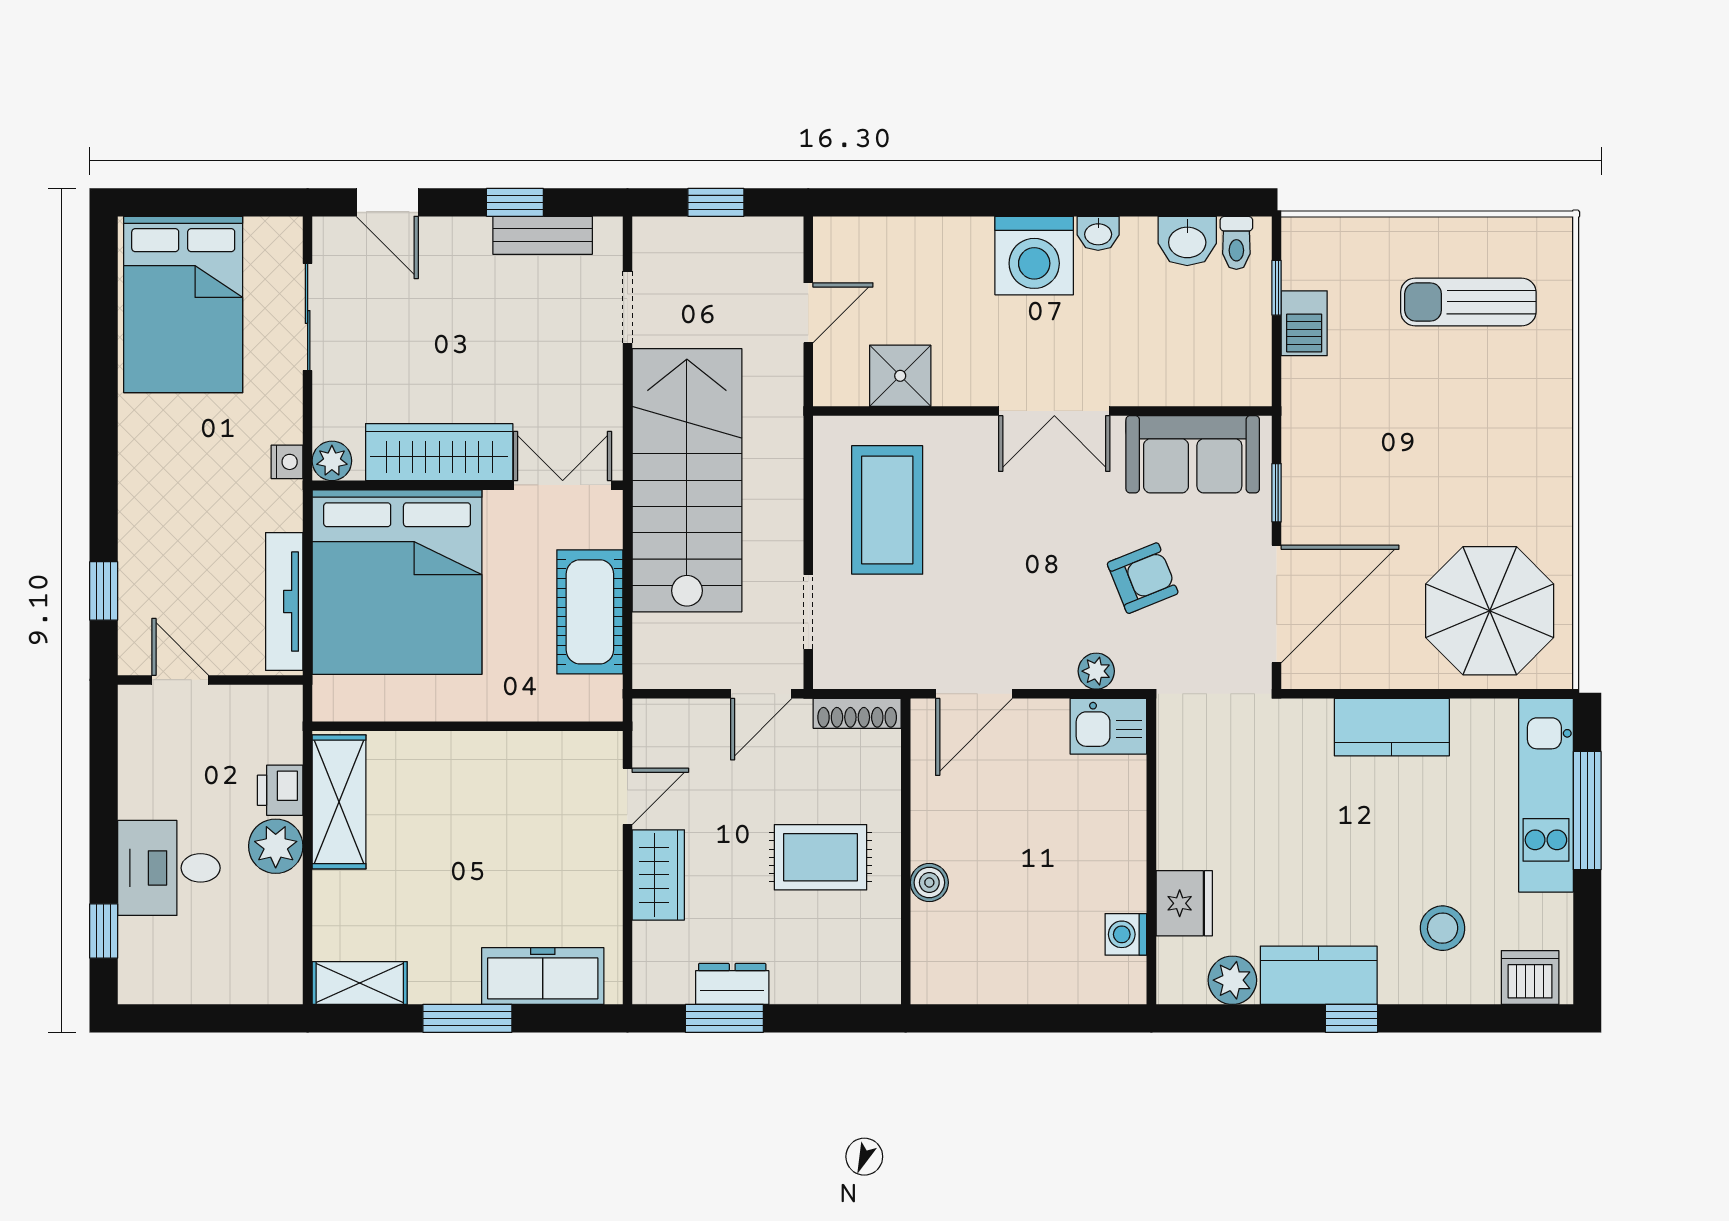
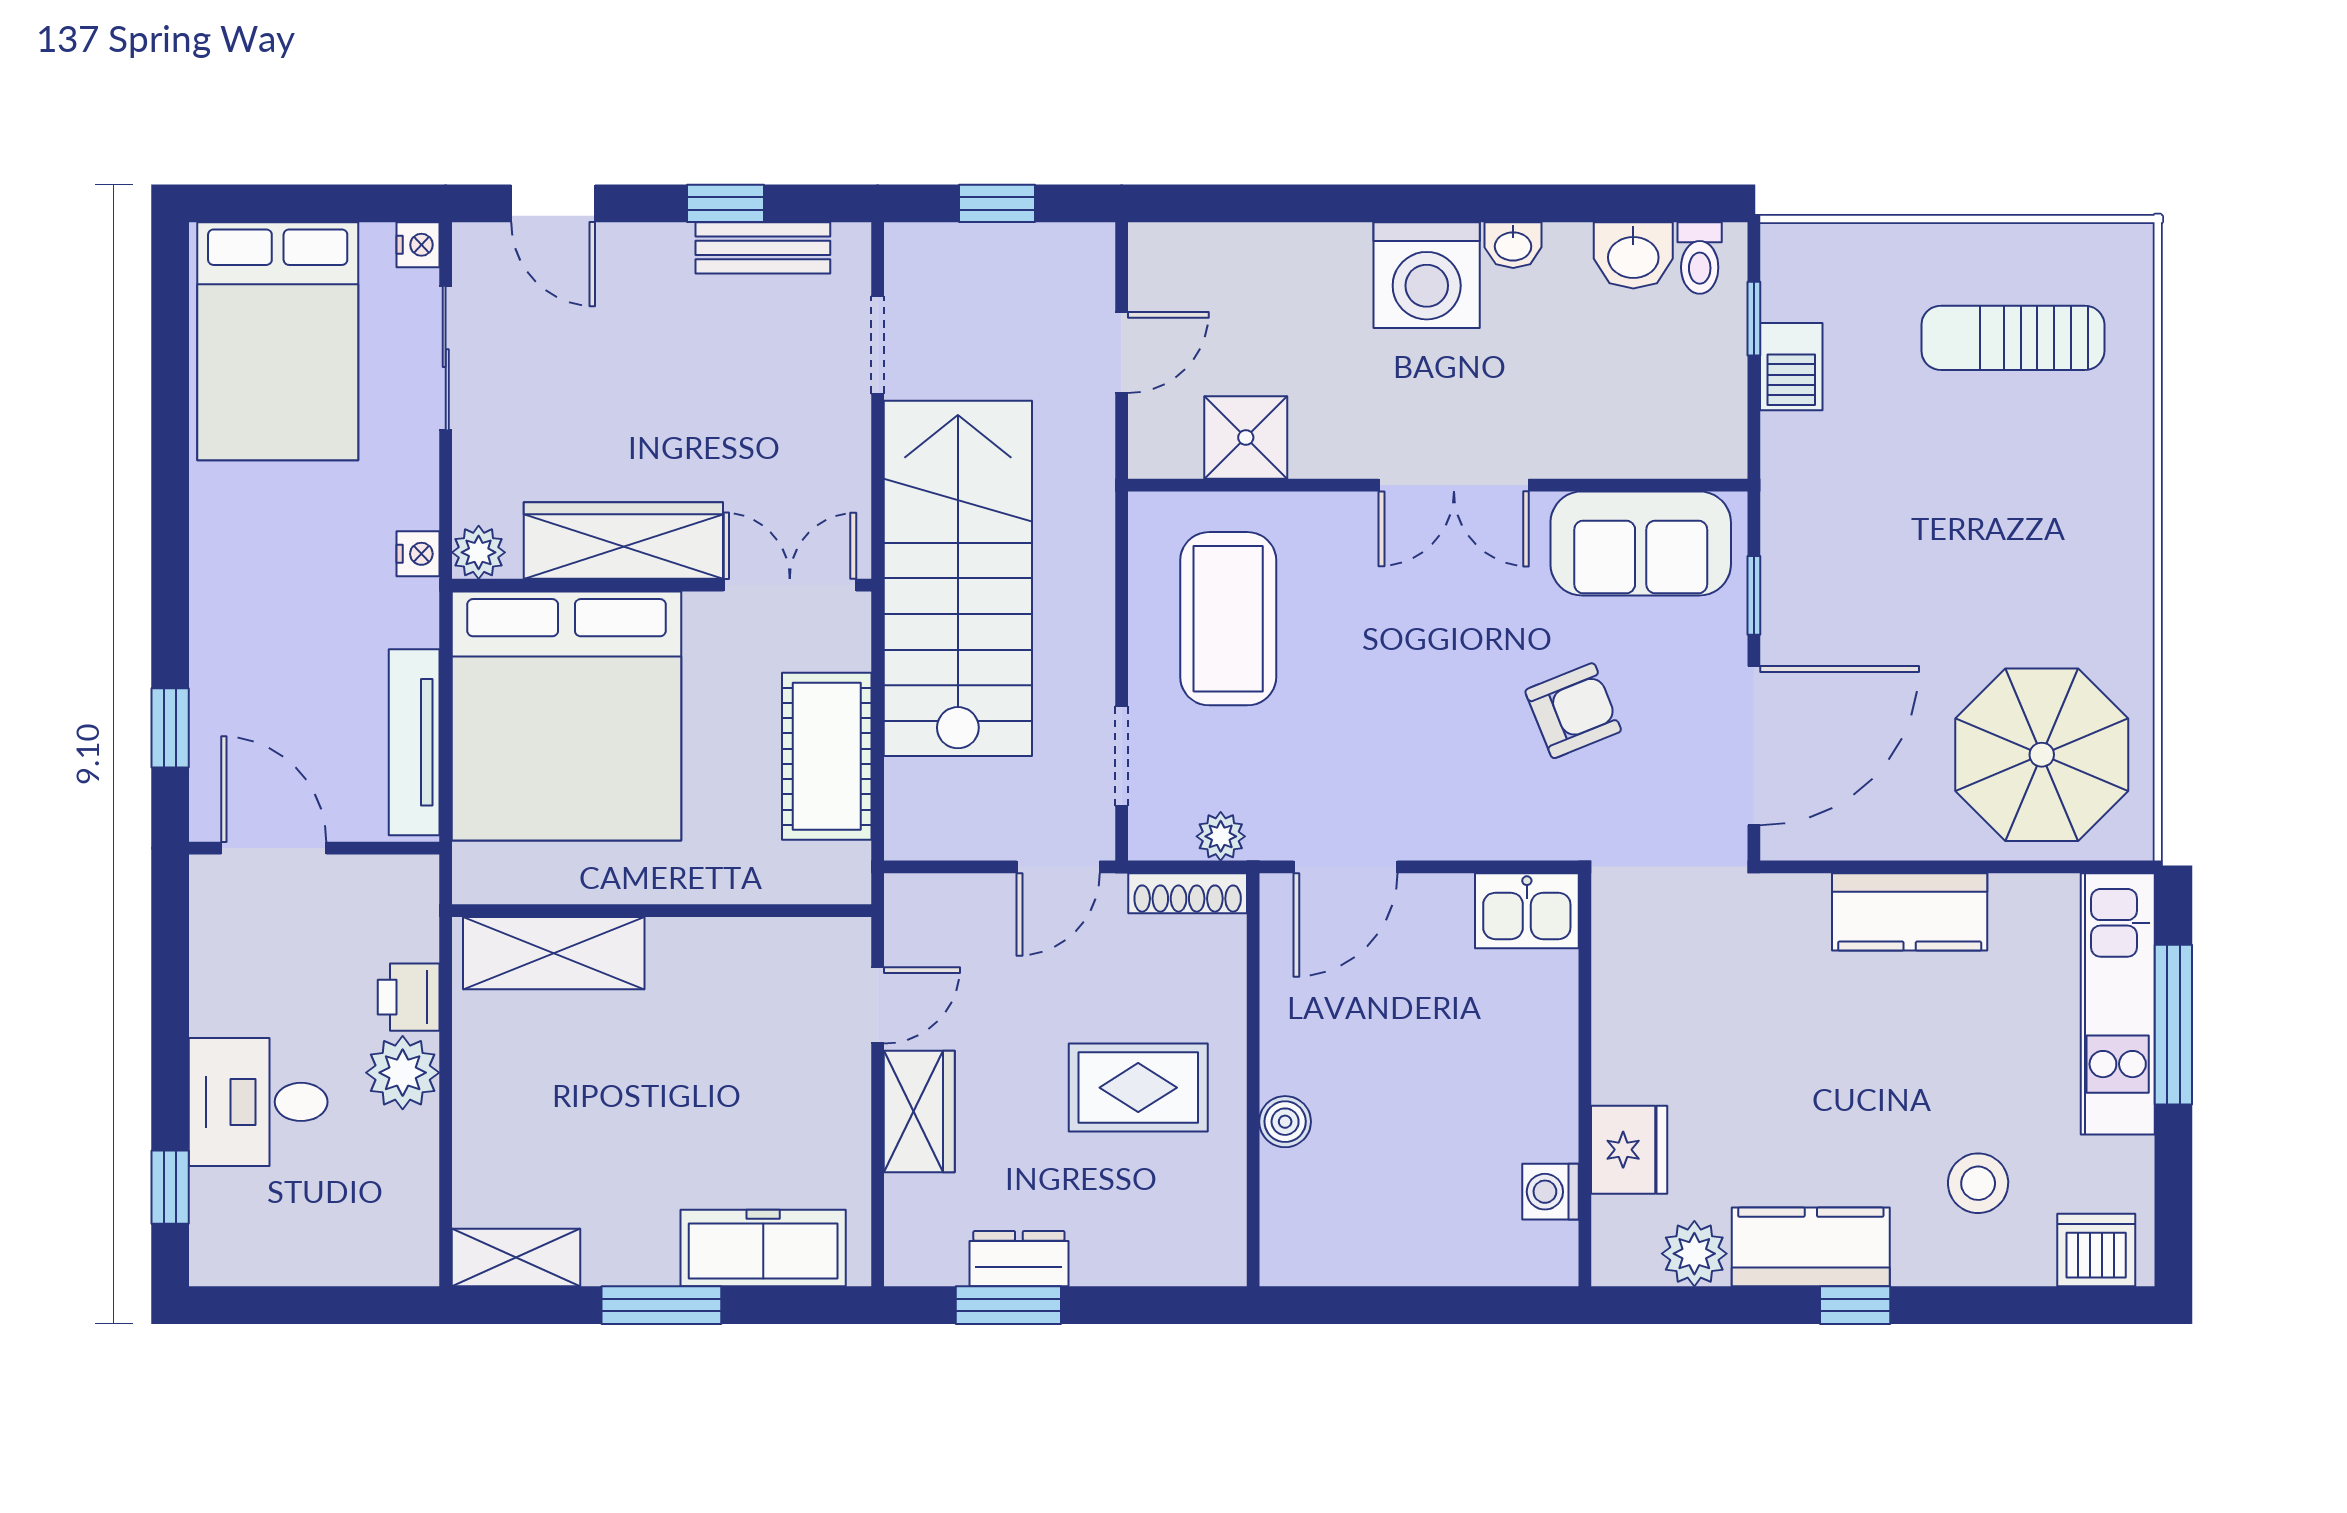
nightstand: (287, 233) -> (418, 245), added
plant: (1096, 671) -> (1221, 836), moved
door: (180, 680) -> (274, 848), width x1.38
shelving: (339, 802) -> (554, 953), moved, turned 90

